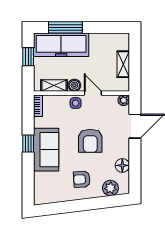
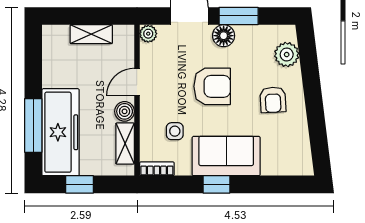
side table: (76, 103) -> (175, 131), moved
window: (135, 158) -> (239, 16), added
floor lamp: (122, 165) -> (224, 36), moved

